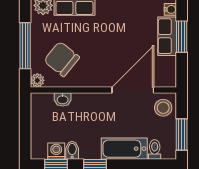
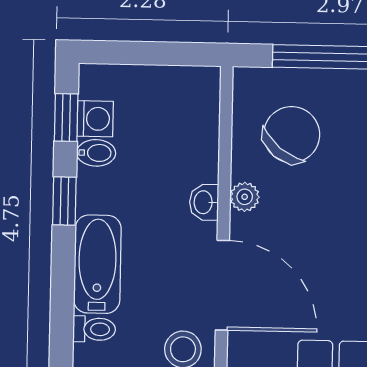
plant: (37, 80) -> (245, 197), moved
washbasin: (63, 99) -> (204, 202), moved

